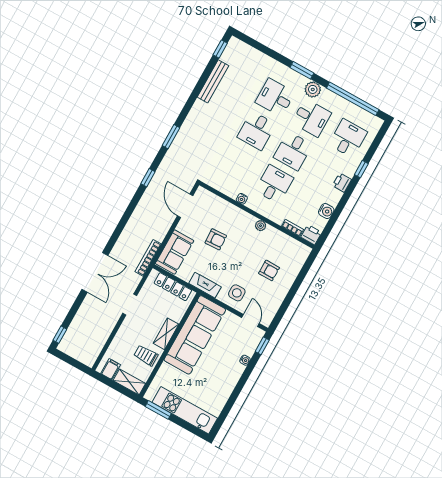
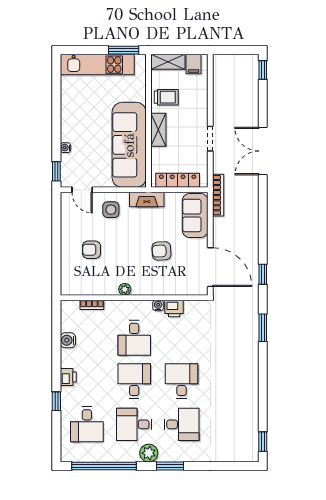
bench: (213, 81) -> (252, 406), removed
door: (185, 206) -> (210, 267), width x1.36
printer: (311, 235) -> (174, 309), moved

